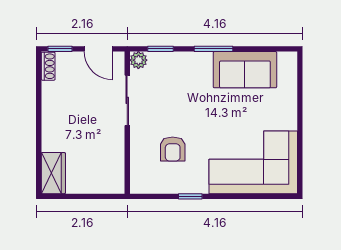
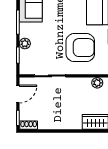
plant: (138, 60) -> (25, 44), moved
armchair: (173, 149) -> (80, 48), width x1.88, depth x1.88
plant: (116, 176) -> (97, 83), added

